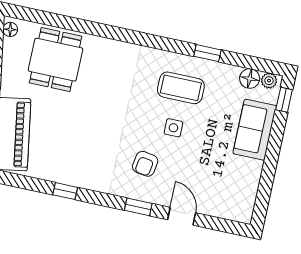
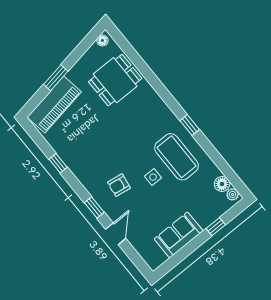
window: (207, 53) -> (190, 125), moved
coffee table: (181, 88) -> (176, 157), width x1.36, depth x1.32
window: (284, 100) -> (216, 227), moved
sofa: (255, 130) -> (179, 235), moved

